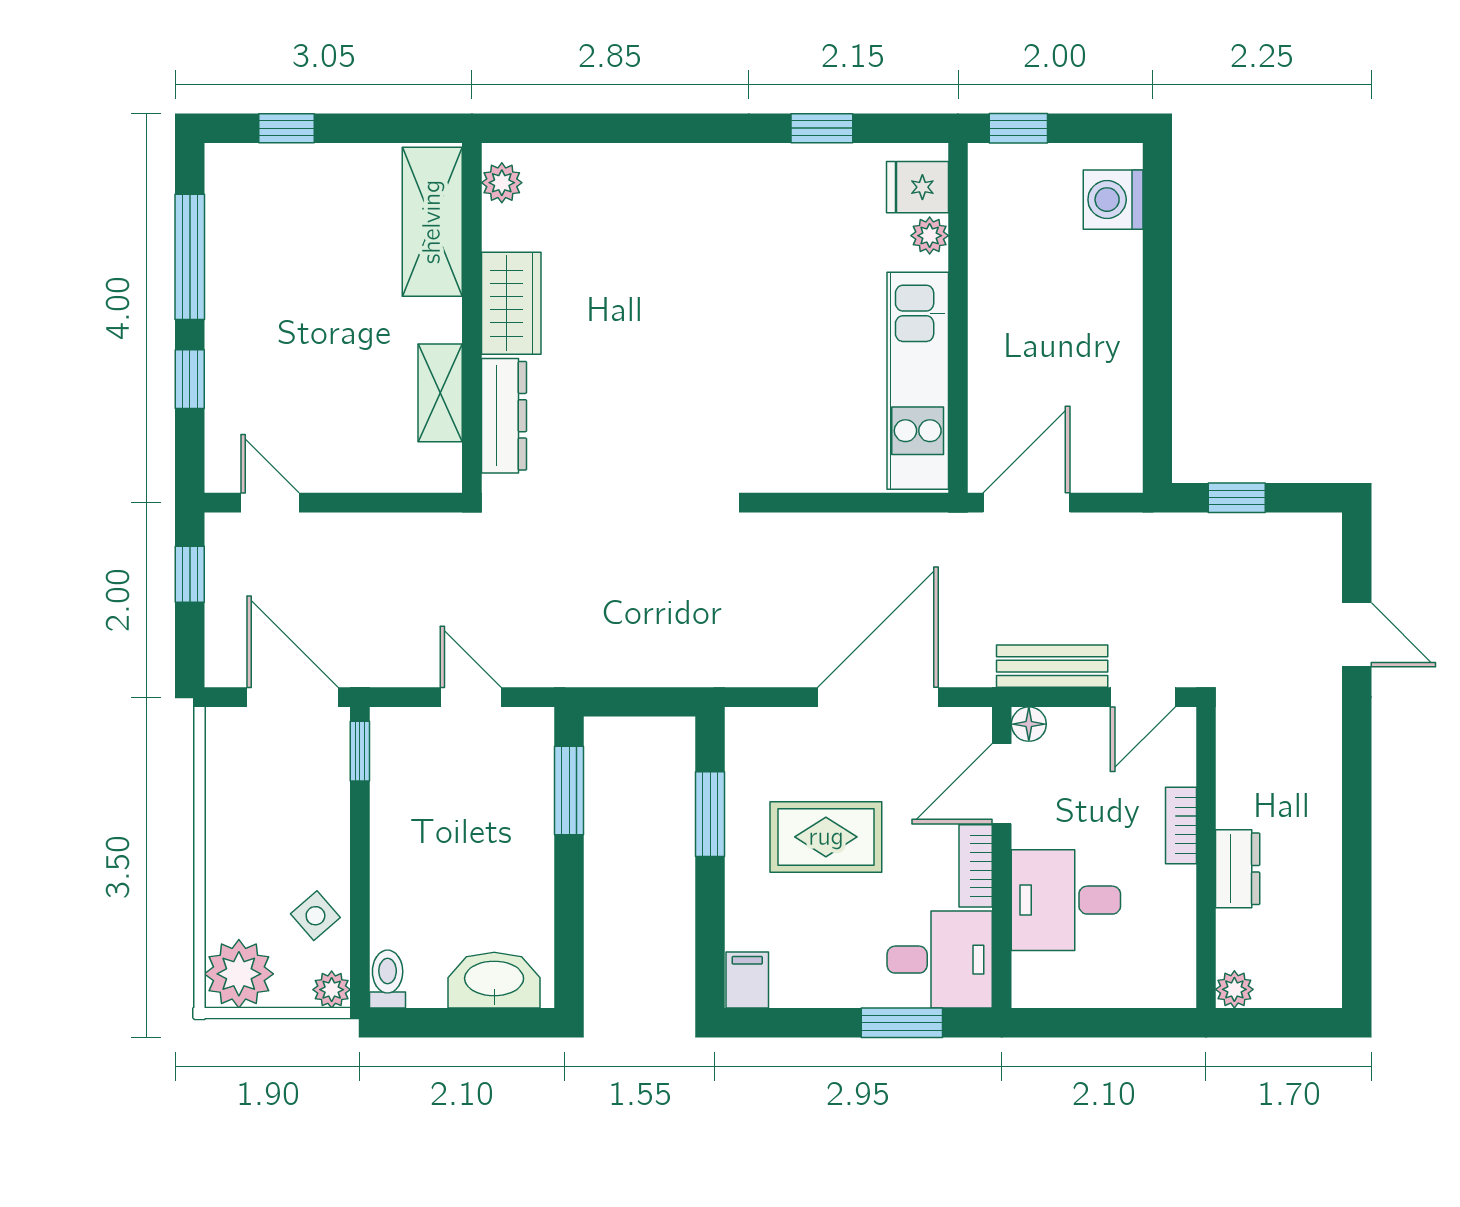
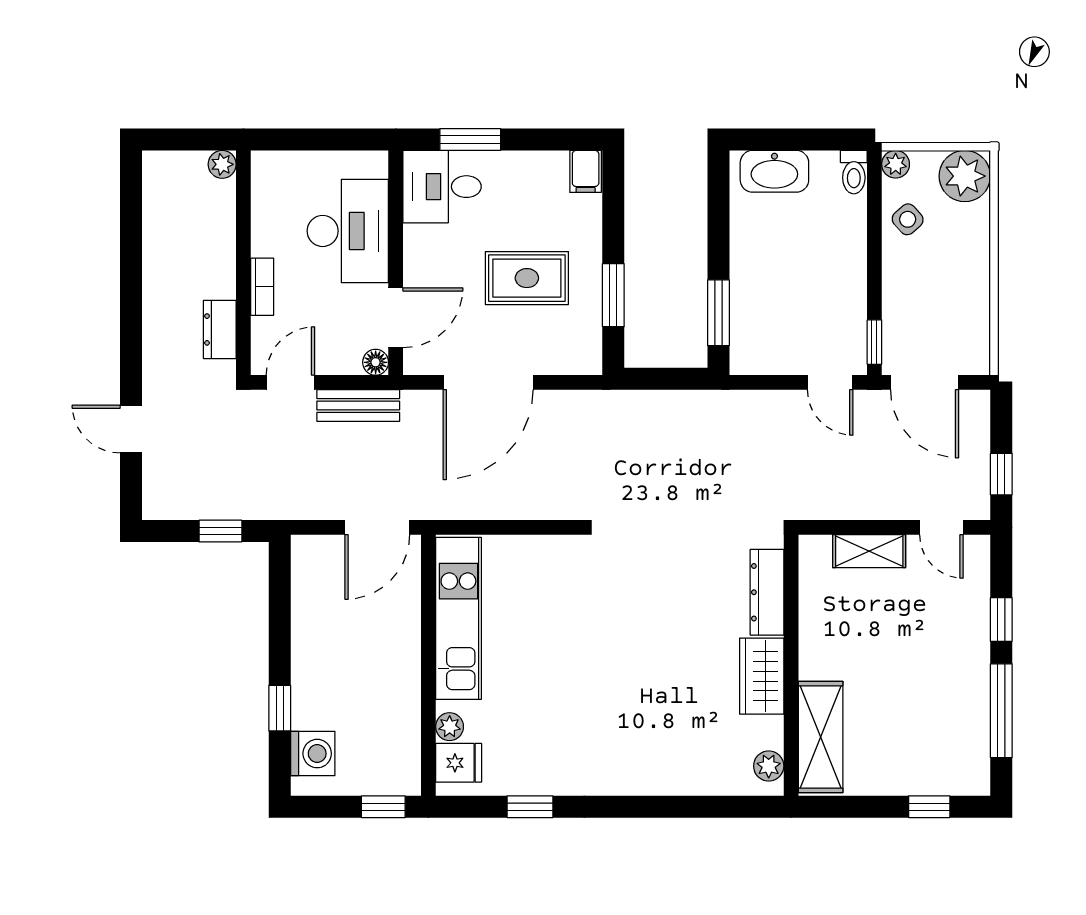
window: (1157, 260) -> (280, 708), added
shelving: (440, 393) -> (869, 551), moved, turned 90
door: (471, 697) -> (830, 382), moved
bookcase: (976, 866) -> (415, 256), removed
dresser: (1238, 869) -> (220, 329), moved
desk: (1066, 900) -> (348, 231), width x1.37

